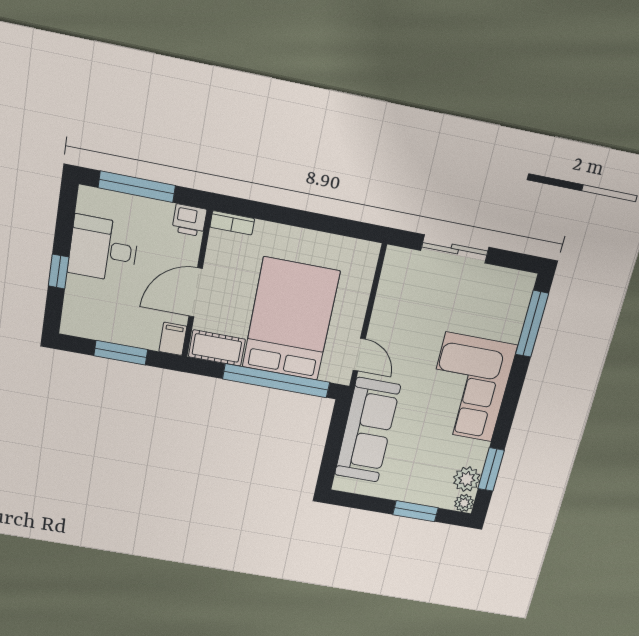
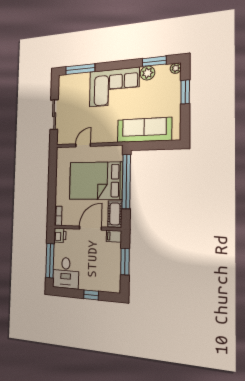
desk: (103, 249) -> (66, 273), moved
door: (196, 292) -> (90, 228), swing flipped
door: (359, 355) -> (83, 145), moved
plant: (467, 479) -> (147, 73), moved

